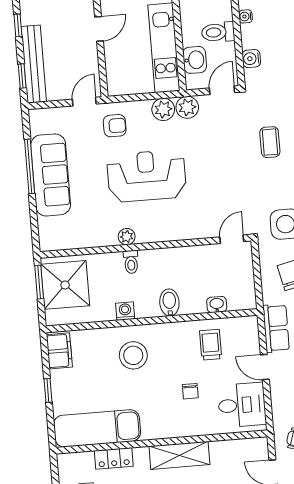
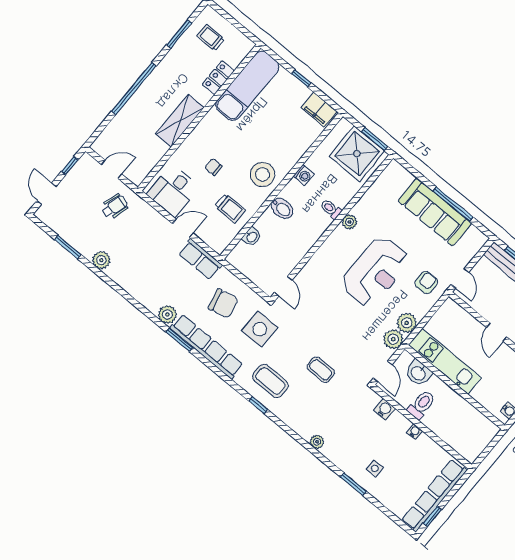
armchair: (115, 126) -> (426, 282), turned 180
stool: (133, 355) -> (263, 175), moved

